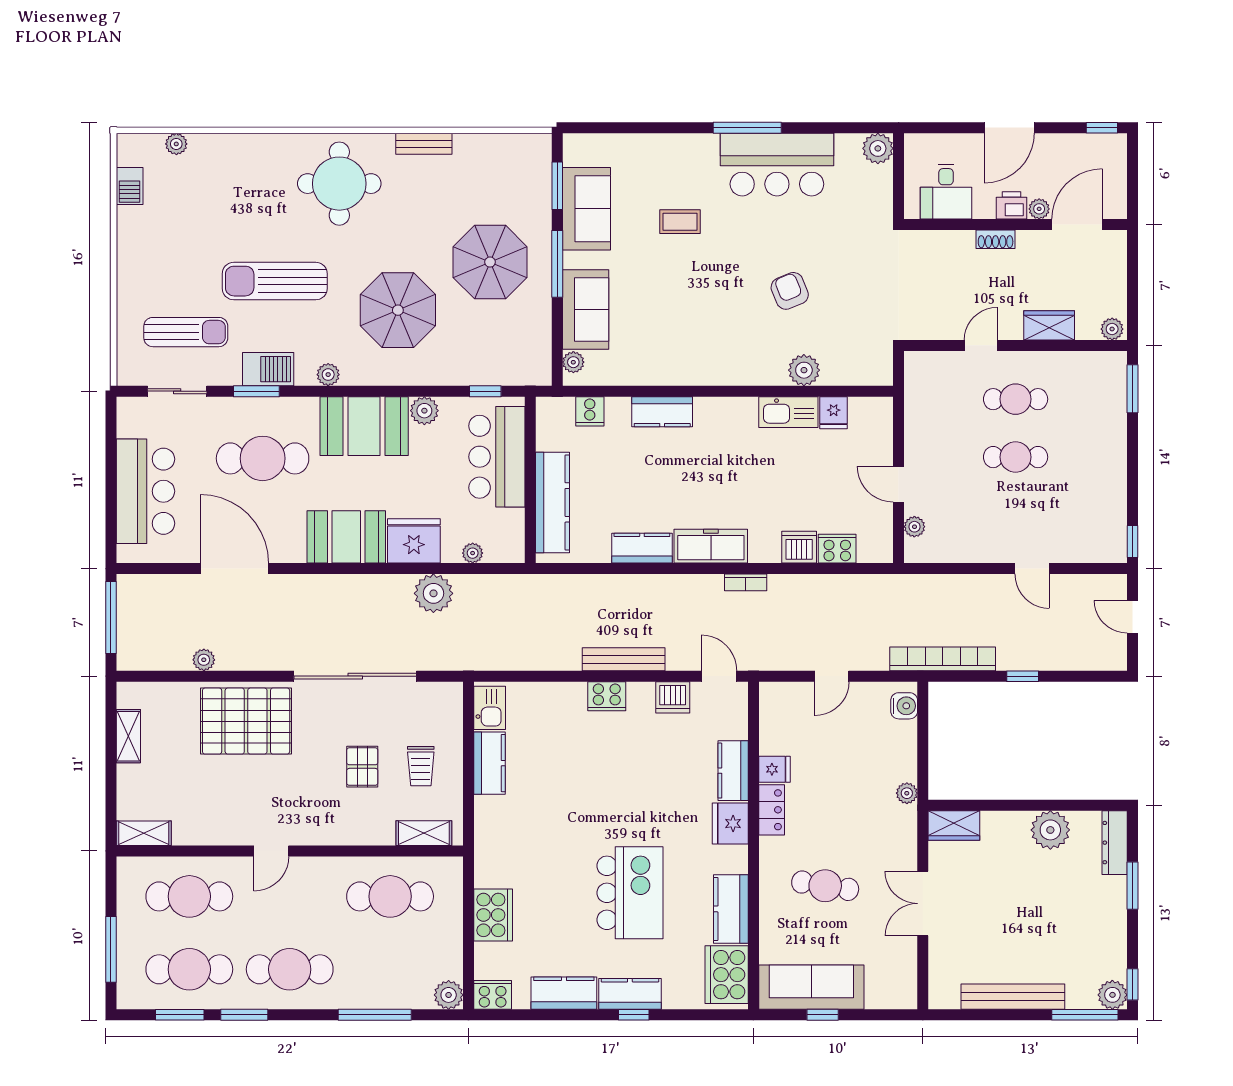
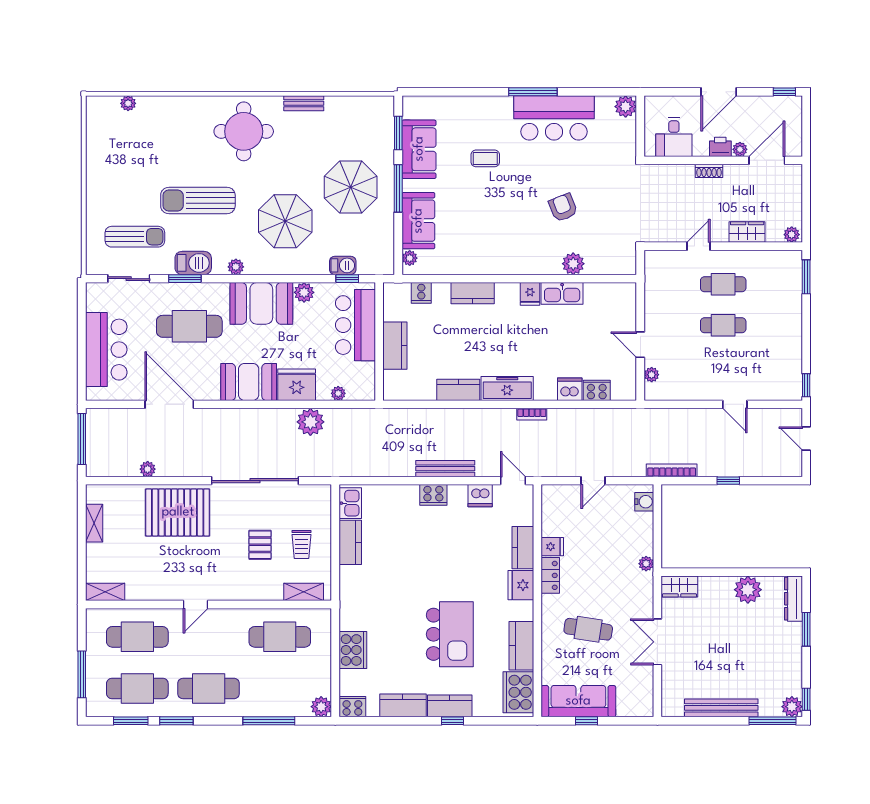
barbecue: (130, 186) -> (343, 265), moved, turned -90
fridge: (834, 413) -> (530, 294), moved
kitchen counter: (552, 502) -> (395, 346), width x0.67
bookcase: (943, 659) -> (672, 470), width x0.68, depth x0.76

